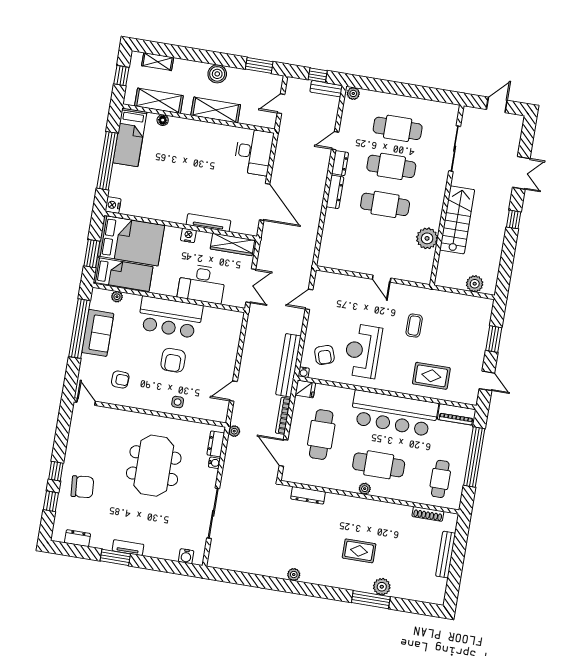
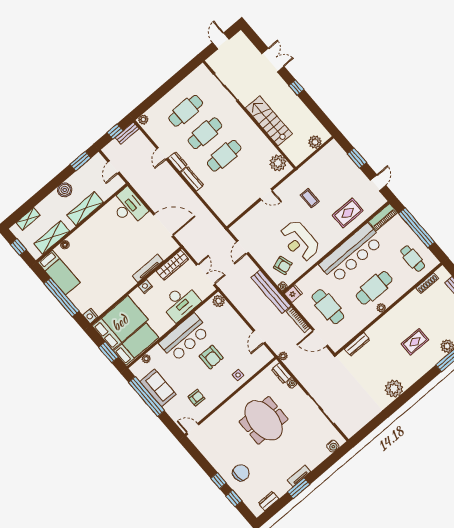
plant: (427, 238) -> (278, 163), moved
plant: (235, 321) -> (219, 301), added
door: (487, 381) -> (378, 183), hinge flipped
plant: (294, 575) -> (394, 389), width x1.88, depth x1.88

